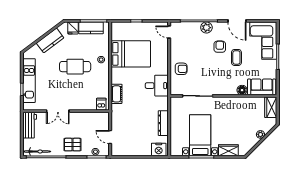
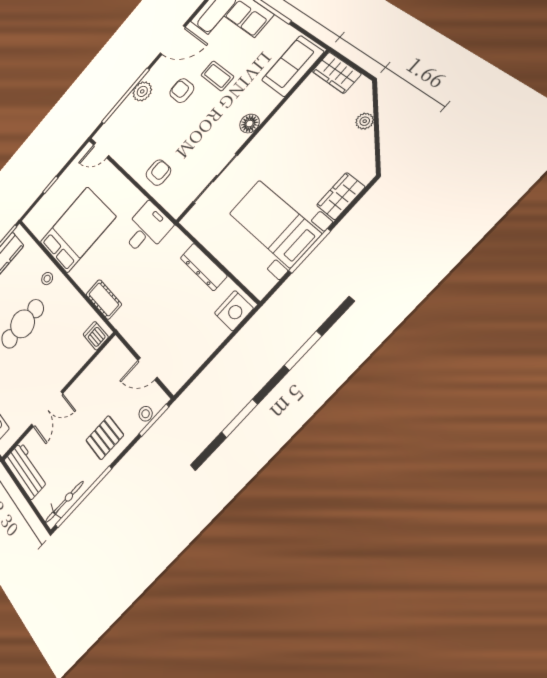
floor lamp: (242, 90) -> (250, 124), moved

